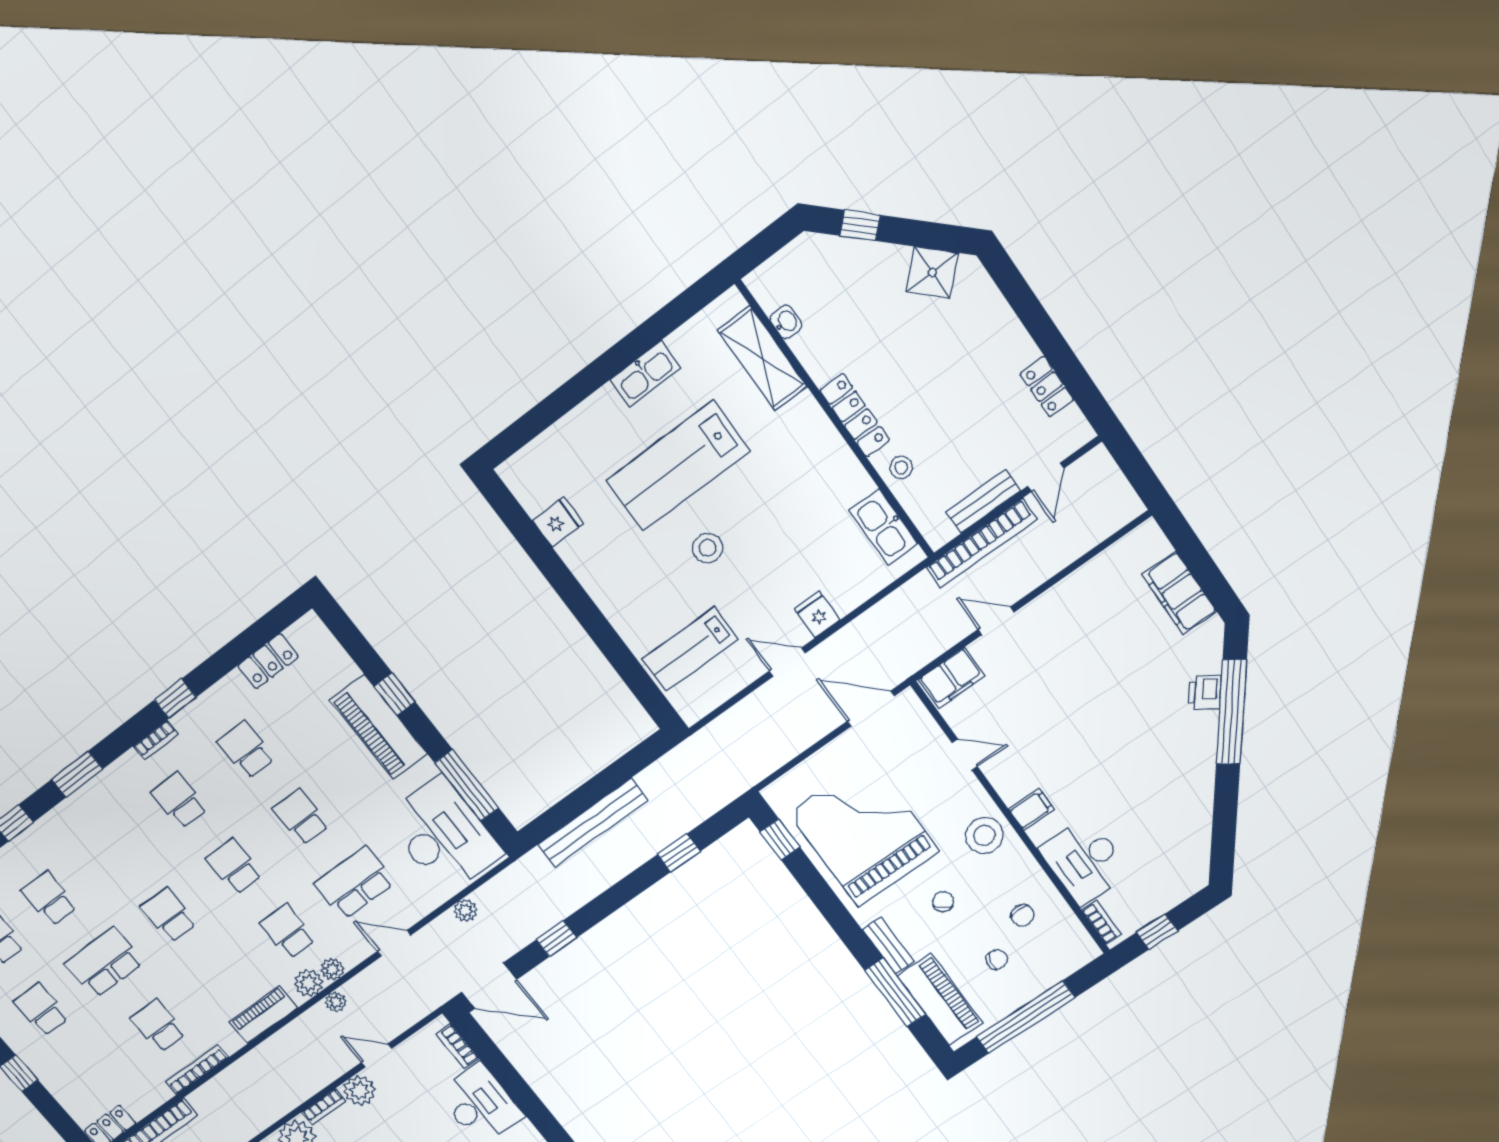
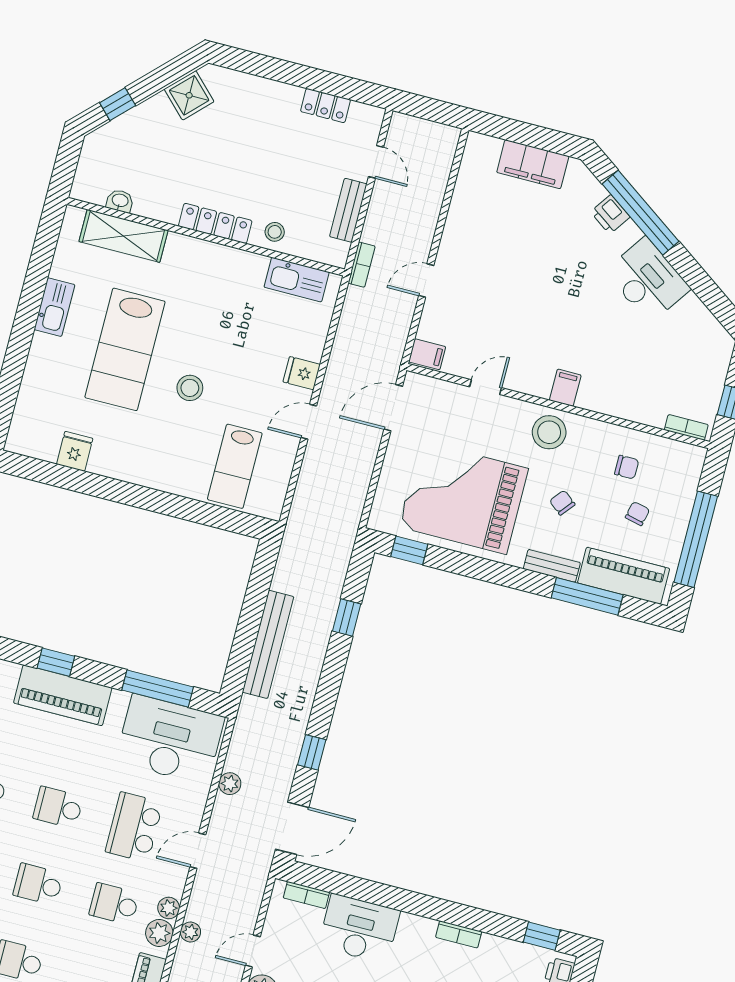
bookcase: (981, 543) -> (362, 265), width x0.43, depth x0.76
filing cabinet: (952, 678) -> (427, 354), width x0.50
desk: (1085, 861) -> (648, 280), moved, turned -145

